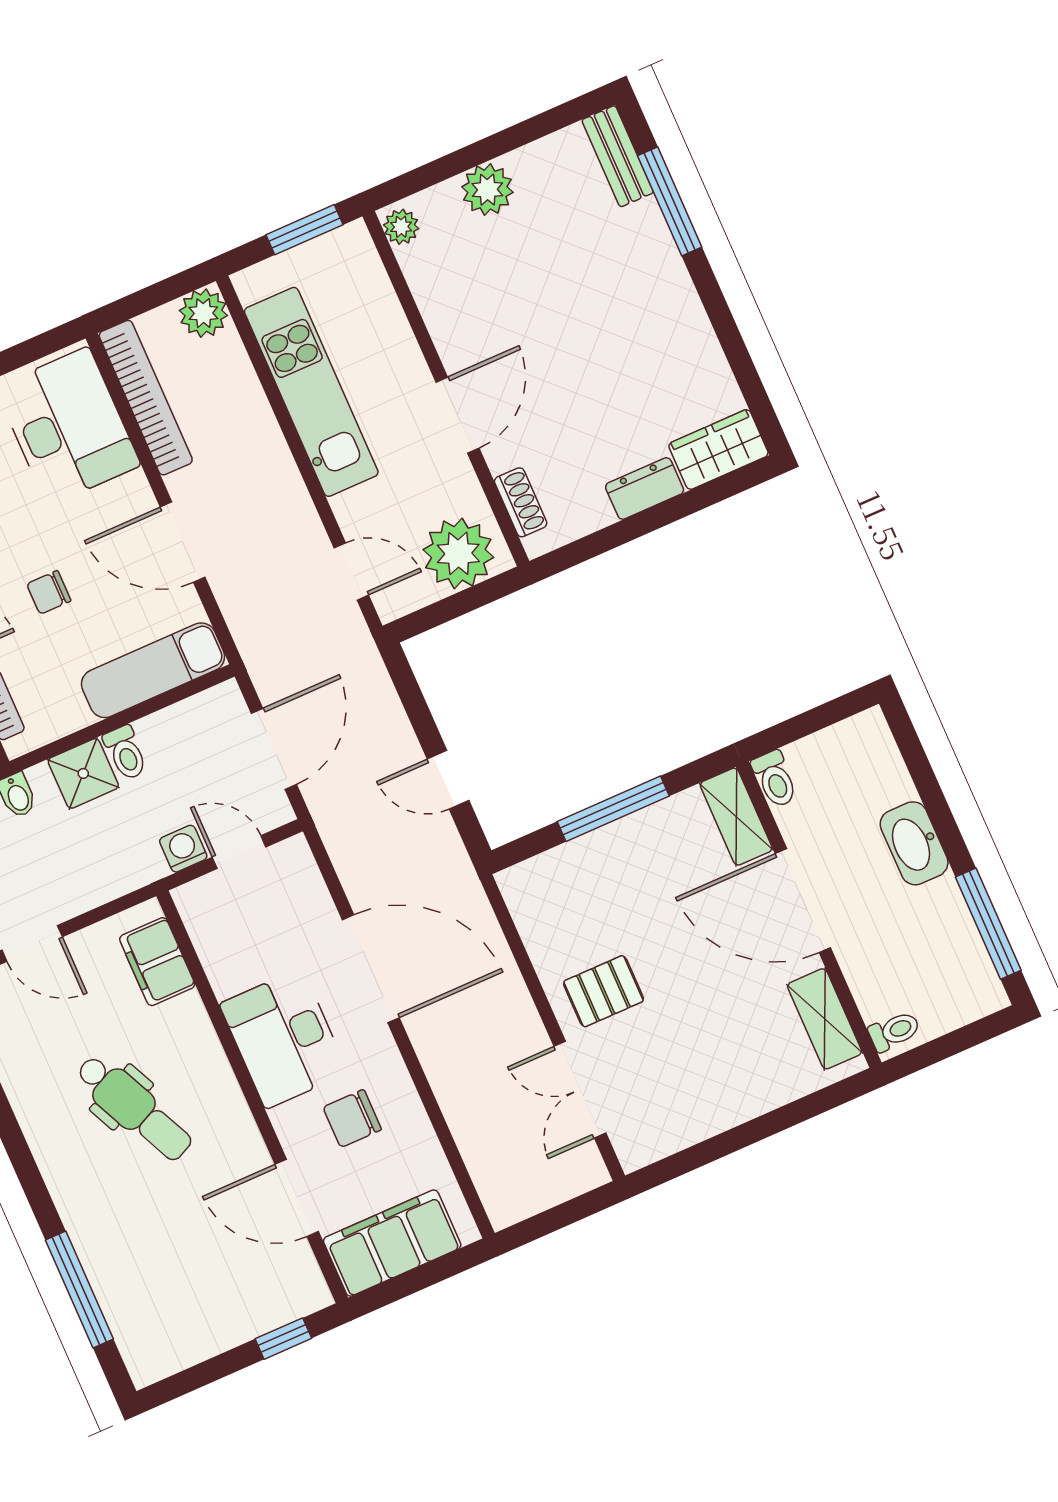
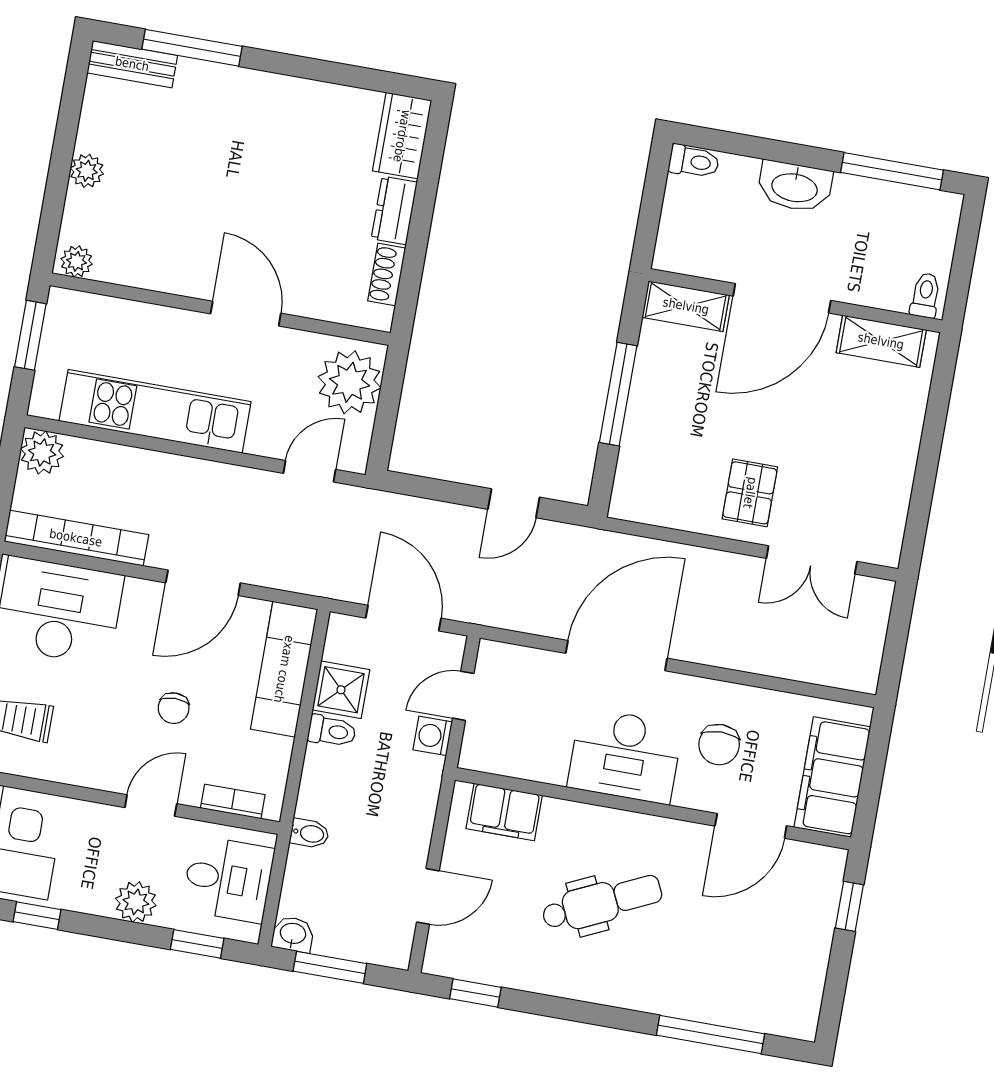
plant: (487, 190) -> (87, 171), width x0.73, depth x0.73
shoe rack: (521, 502) -> (387, 274), moved, turned -90
shower: (83, 773) -> (341, 690), moved
toilet: (775, 779) -> (694, 162), moved

